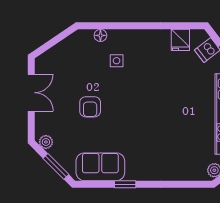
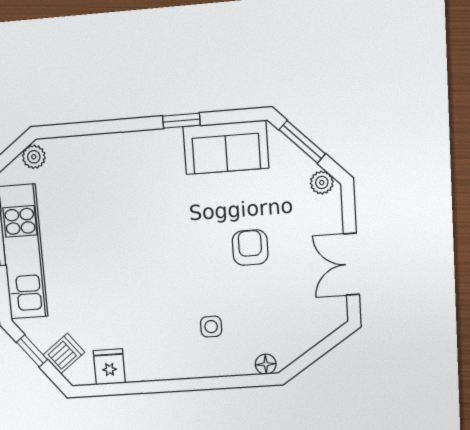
floor lamp: (100, 35) -> (266, 364), moved

